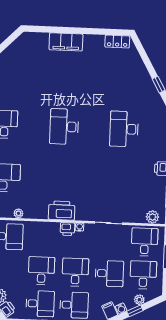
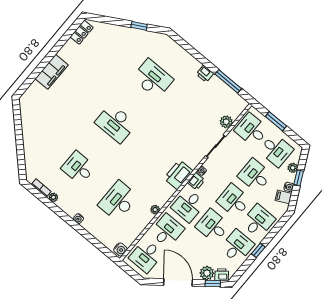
desk: (124, 129) -> (153, 79), turned 180
plant: (152, 217) -> (226, 122), moved
desk: (43, 238) -> (188, 205), added
desk: (109, 273) -> (255, 175), turned -90
desk: (143, 275) -> (276, 150), turned 180

